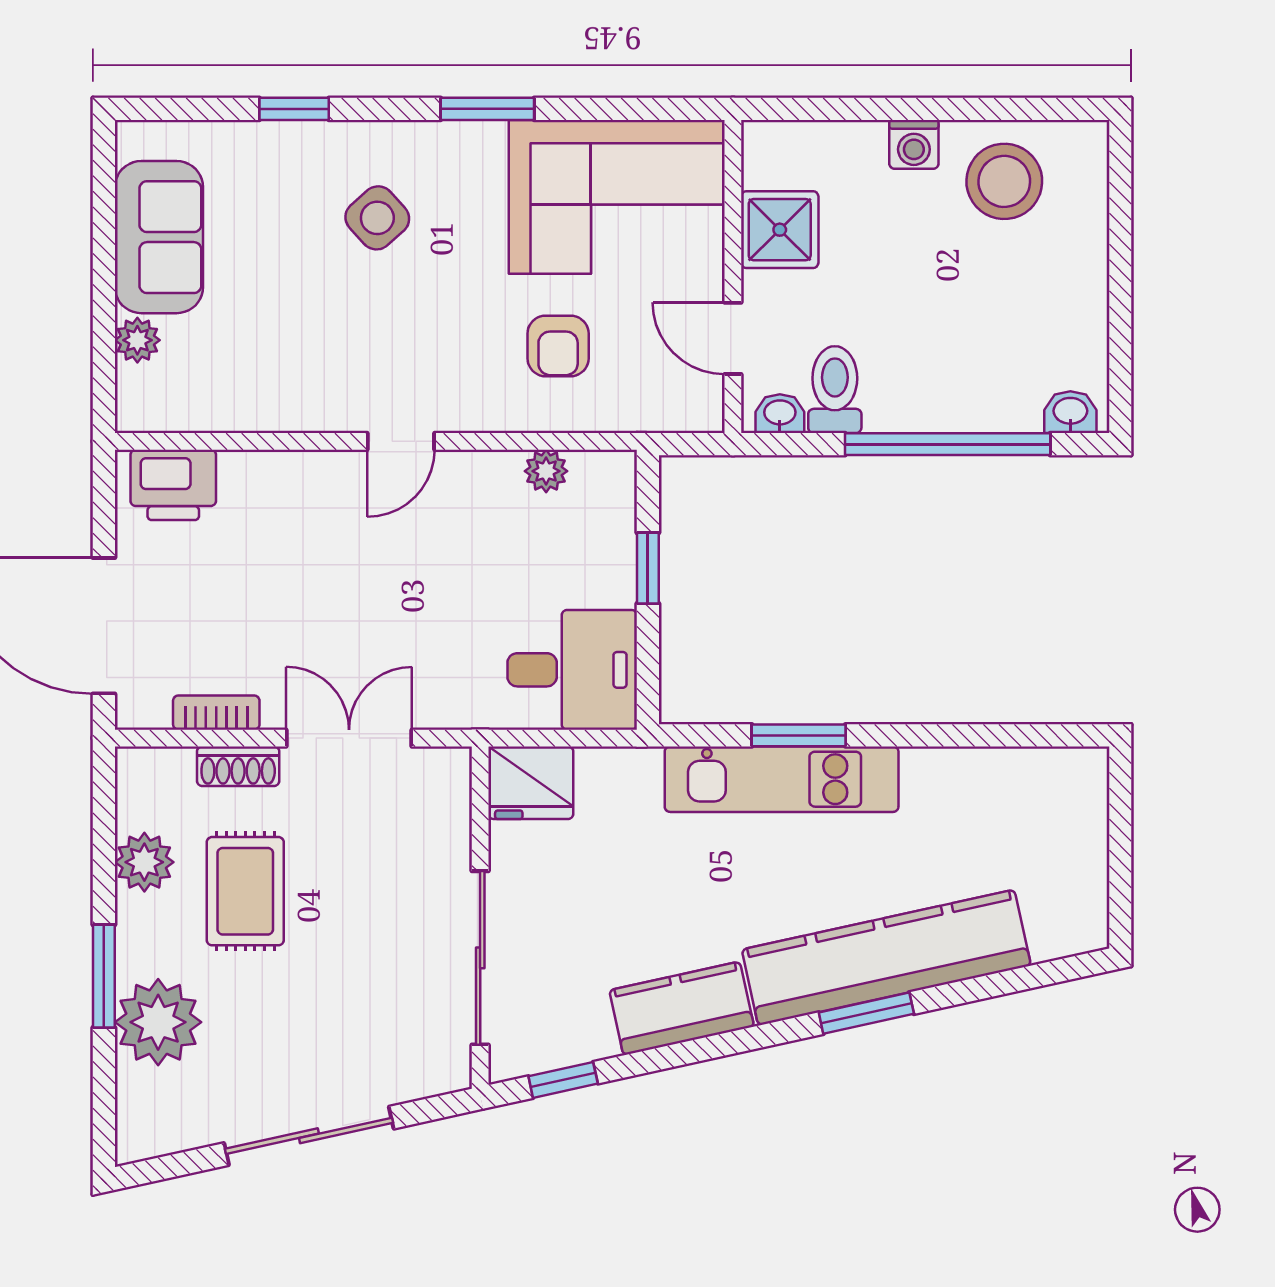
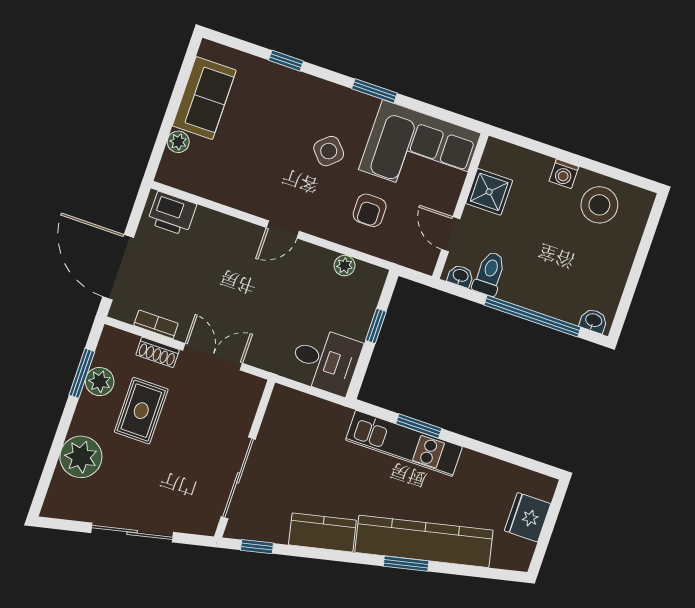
side table: (377, 218) -> (329, 151), moved
fridge: (531, 783) -> (527, 517), moved, turned 90
window: (104, 976) -> (82, 373), moved

